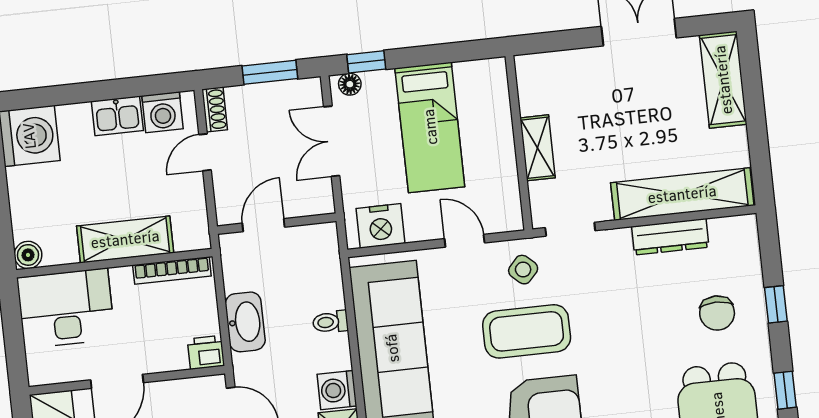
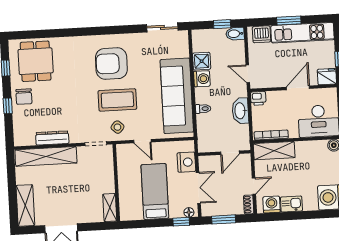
shelving: (538, 148) -> (110, 208), moved
nightstand: (381, 226) -> (186, 162), moved, turned 90
shelving: (125, 239) -> (274, 151), moved
chair: (717, 313) -> (24, 97), moved, turned 180

